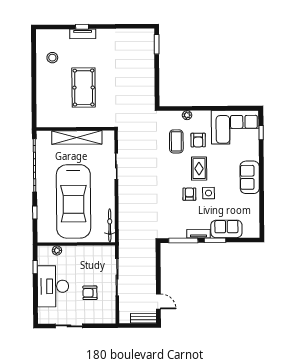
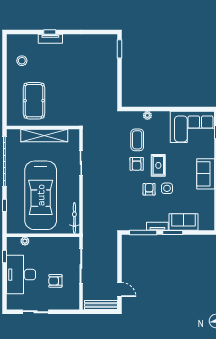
pool table: (84, 88) -> (34, 101), moved
armchair: (198, 140) -> (137, 164), moved
bench: (143, 318) -> (101, 305), width x1.36

